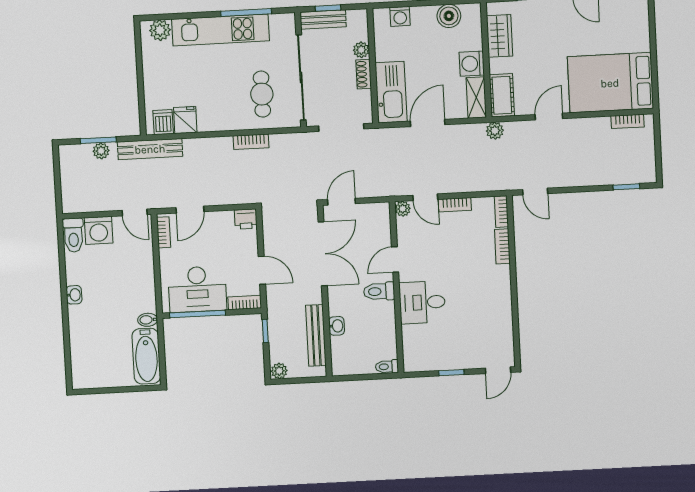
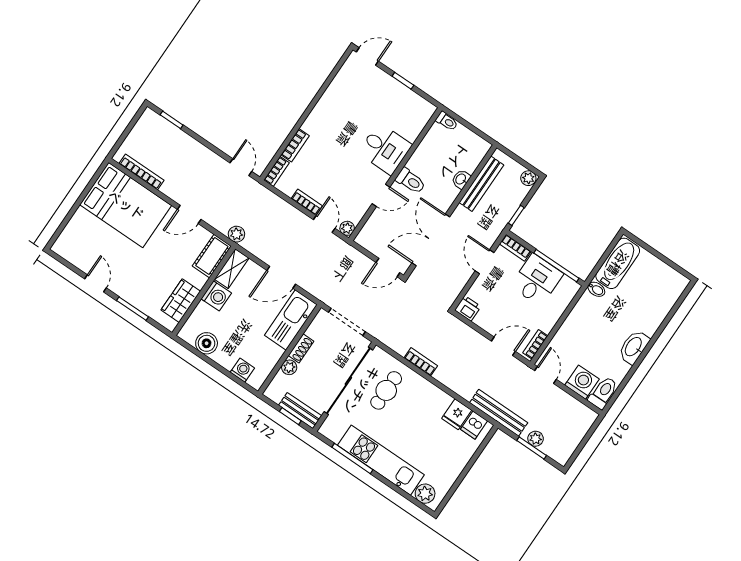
bookcase: (628, 121) -> (142, 172), width x1.56
desk: (197, 289) -> (537, 280), width x0.73
washbasin: (74, 295) -> (634, 347), width x1.91, depth x1.45

